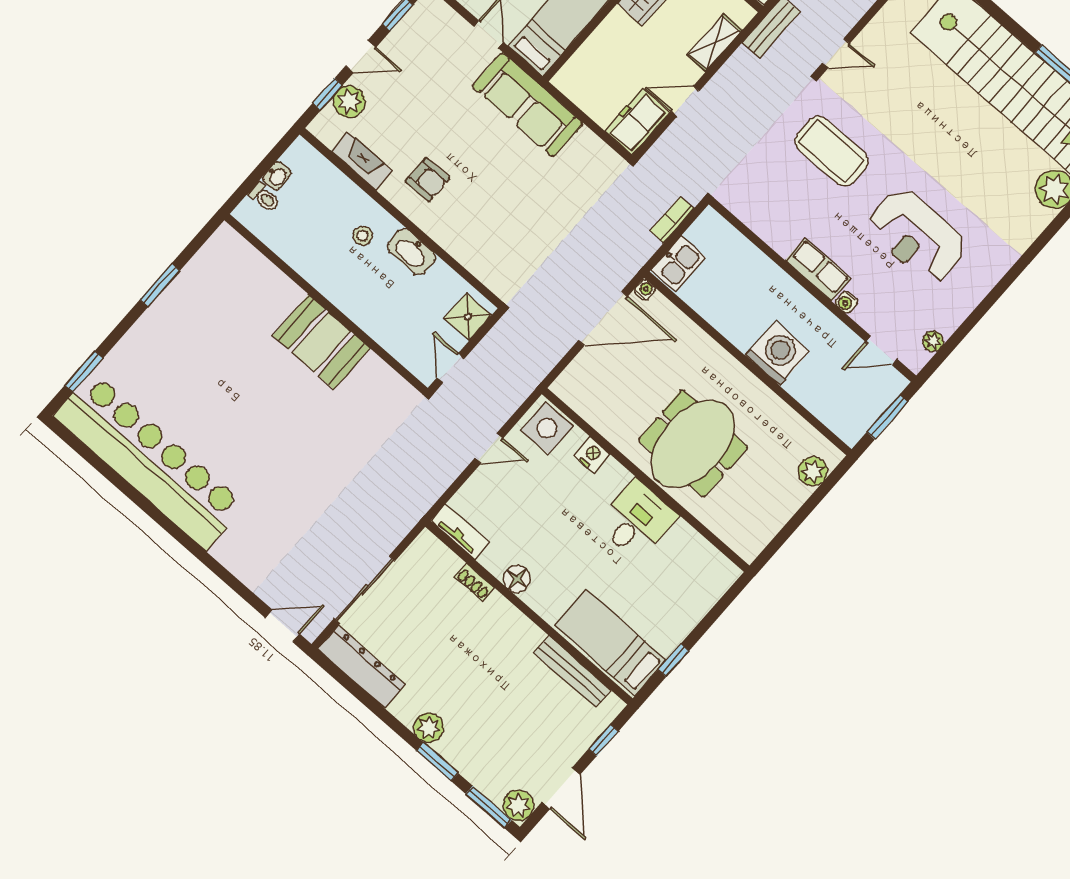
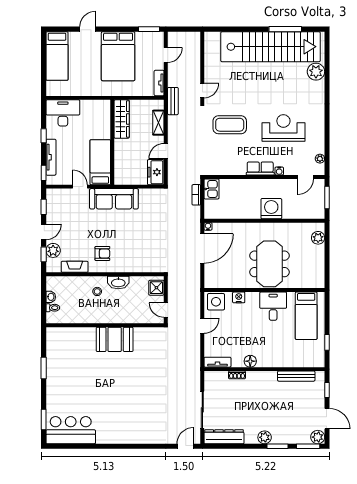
reception desk: (917, 236) -> (283, 128), turned 180
kitchen sink: (679, 264) -> (211, 189), moved
bar counter: (149, 461) -> (71, 430), width x0.54
bed: (611, 643) -> (306, 316), moved, turned -90

